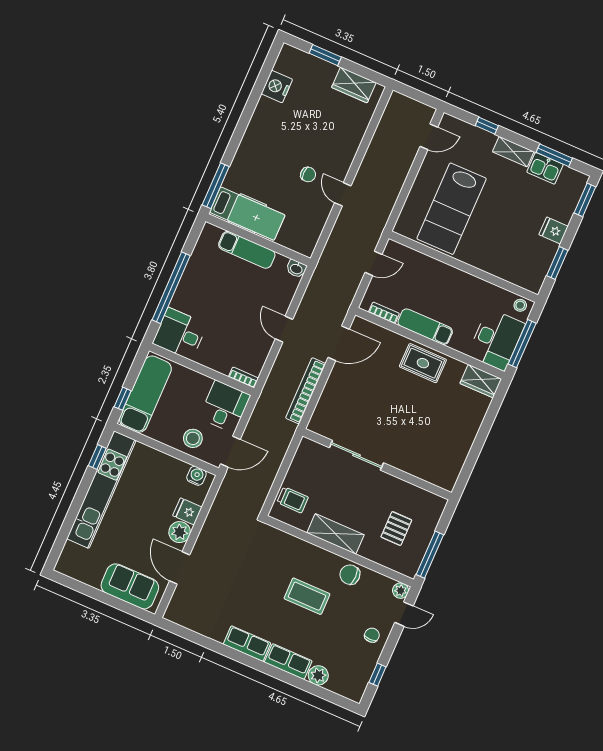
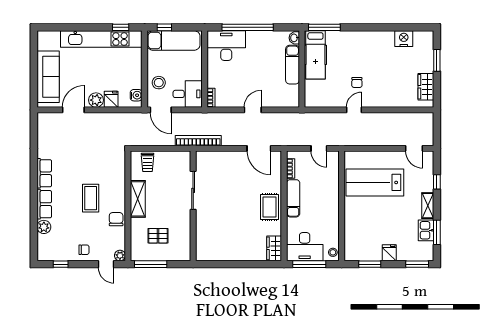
washbasin: (296, 269) -> (294, 38), moved
desk: (180, 334) -> (226, 46), width x1.37
bookcase: (306, 391) -> (198, 141), moved
sofa: (130, 586) -> (48, 77), width x1.36

